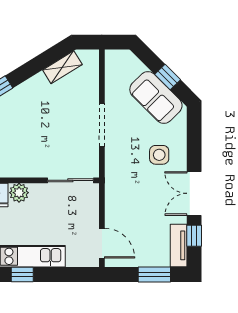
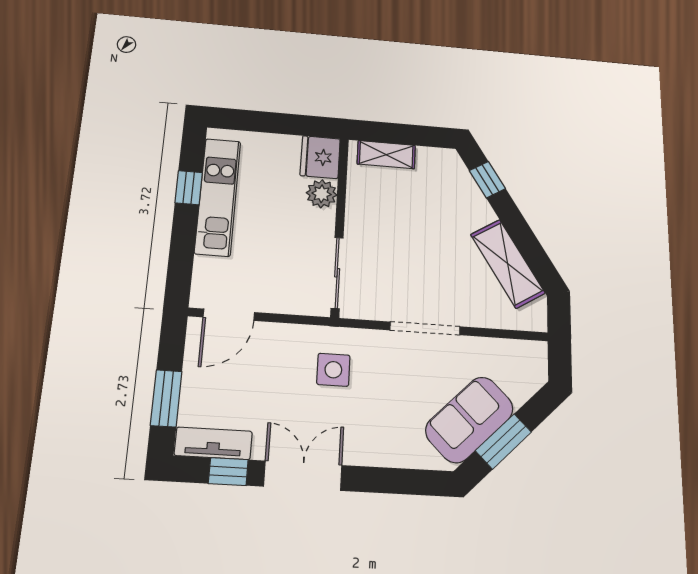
shelving: (62, 67) -> (508, 264), width x1.50, depth x1.33
window: (168, 77) -> (503, 441), width x1.50
side table: (159, 155) -> (333, 370), moved

